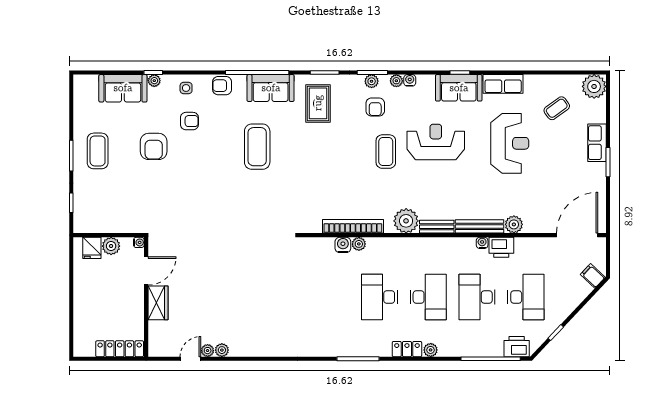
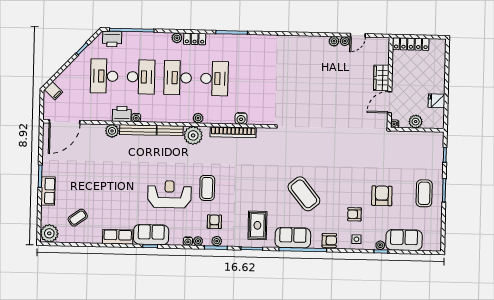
reception desk: (436, 142) -> (169, 194), turned 180
reception desk: (510, 143) -> (114, 192), removed
coffee table: (257, 147) -> (304, 194), turned -39
plant: (359, 244) -> (198, 118), moved
fridge: (92, 248) -> (436, 101), moved, turned -90

